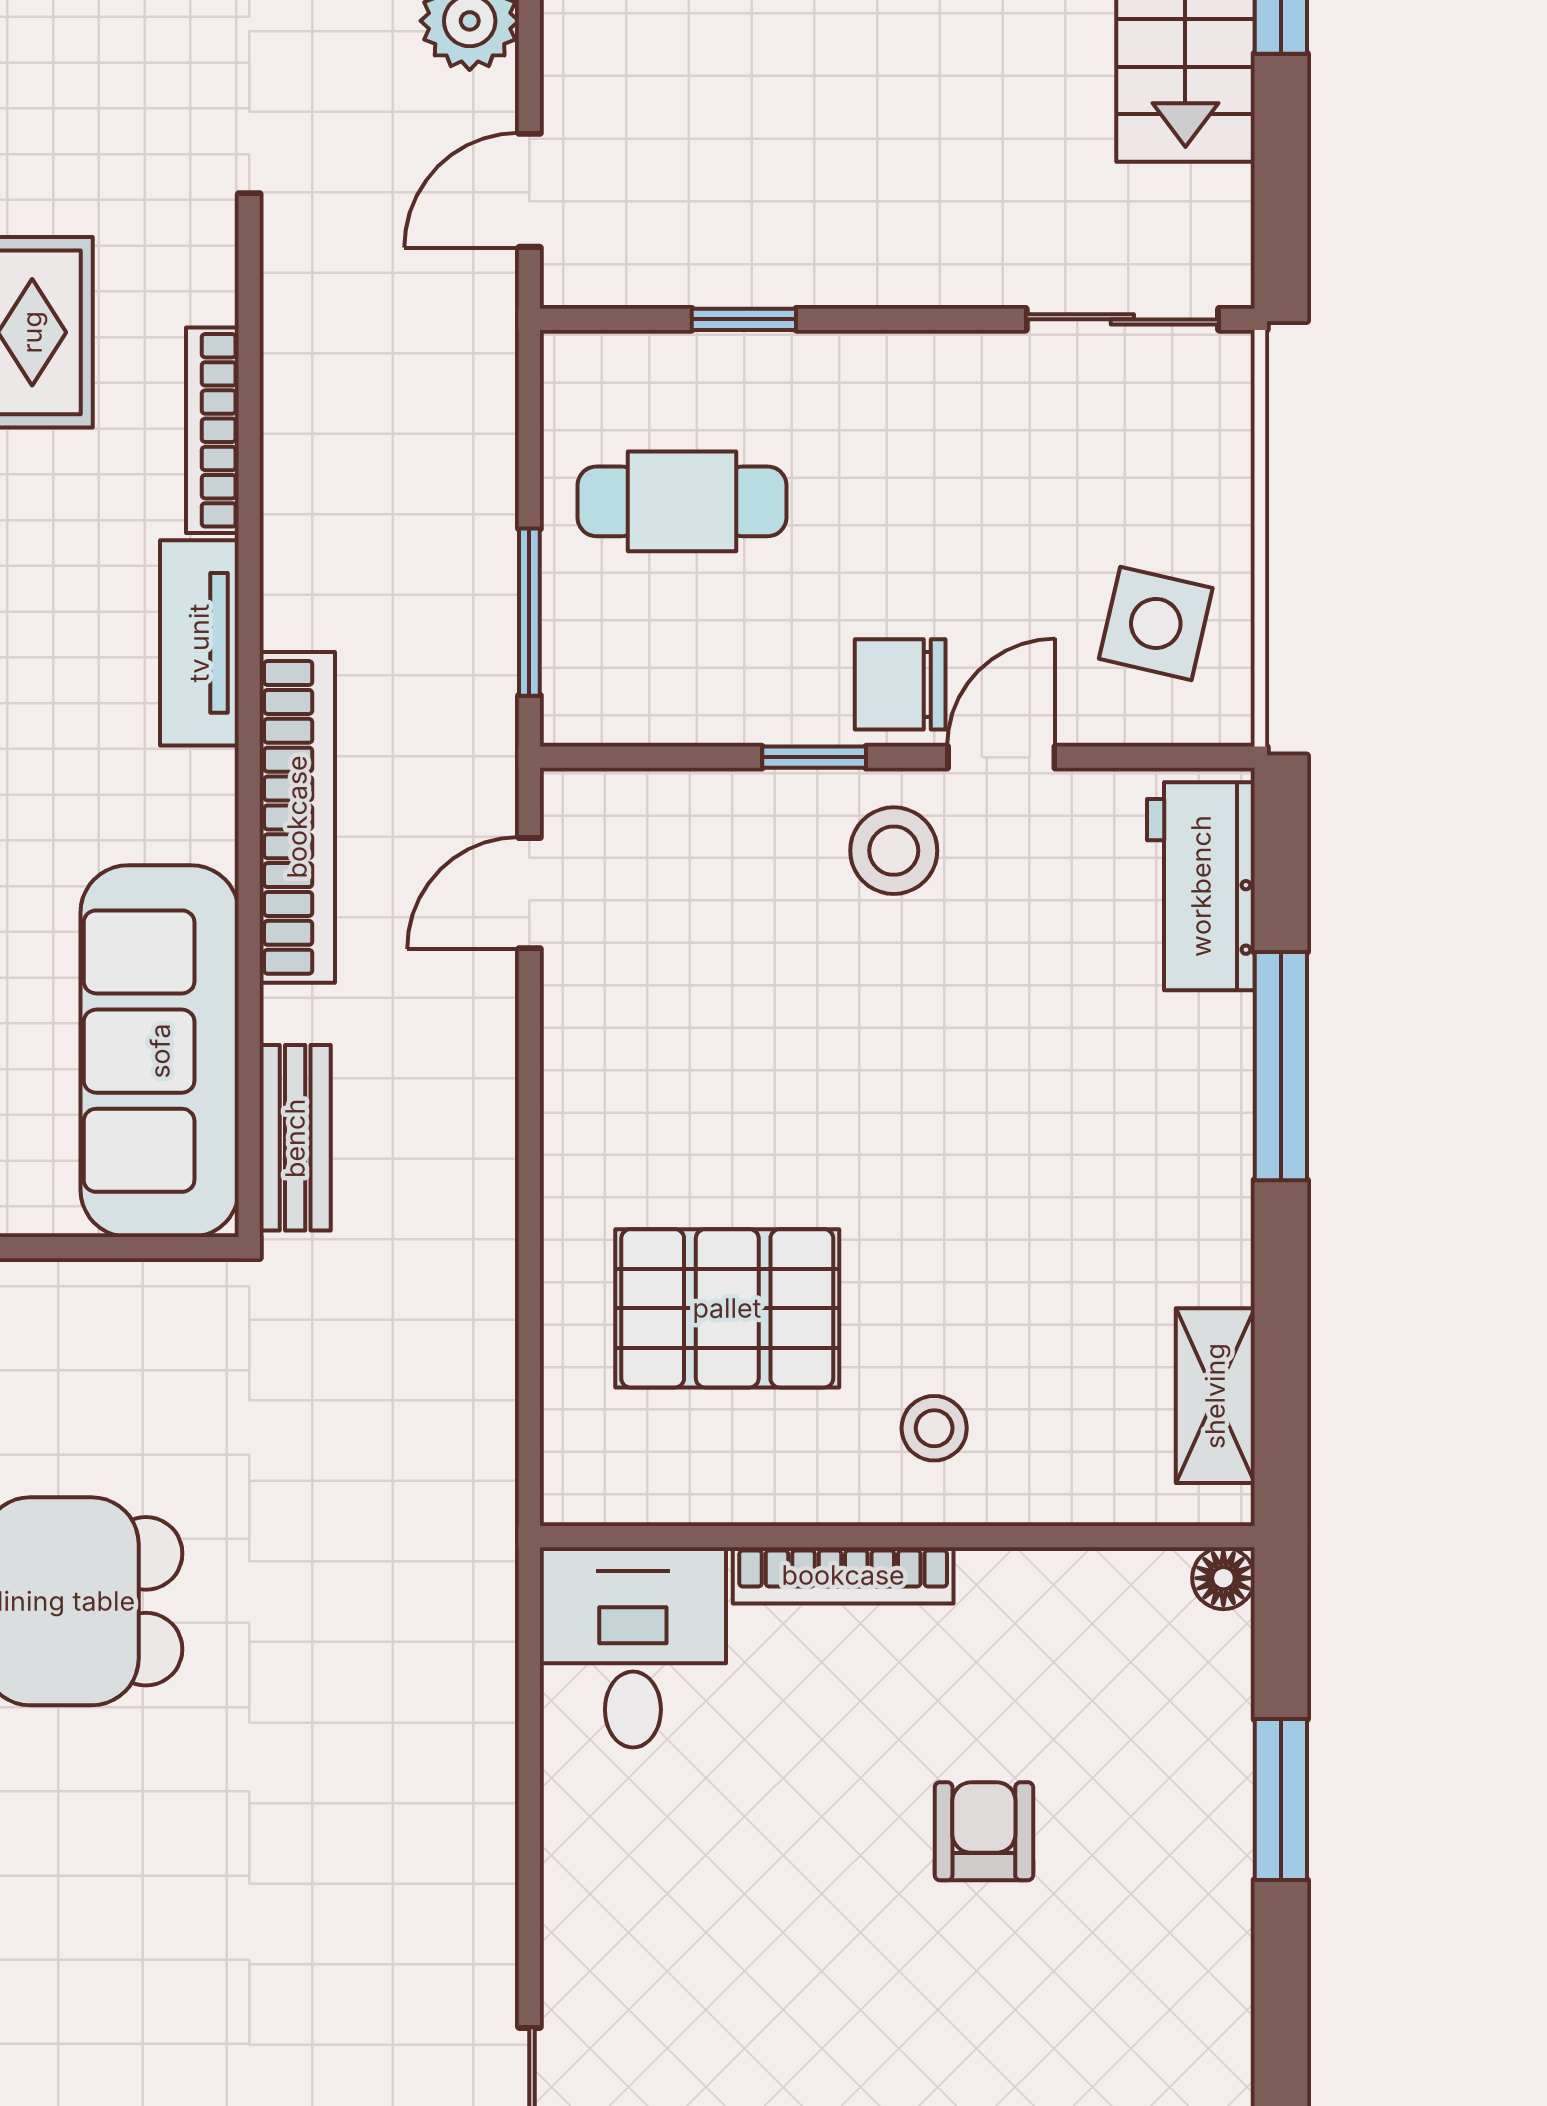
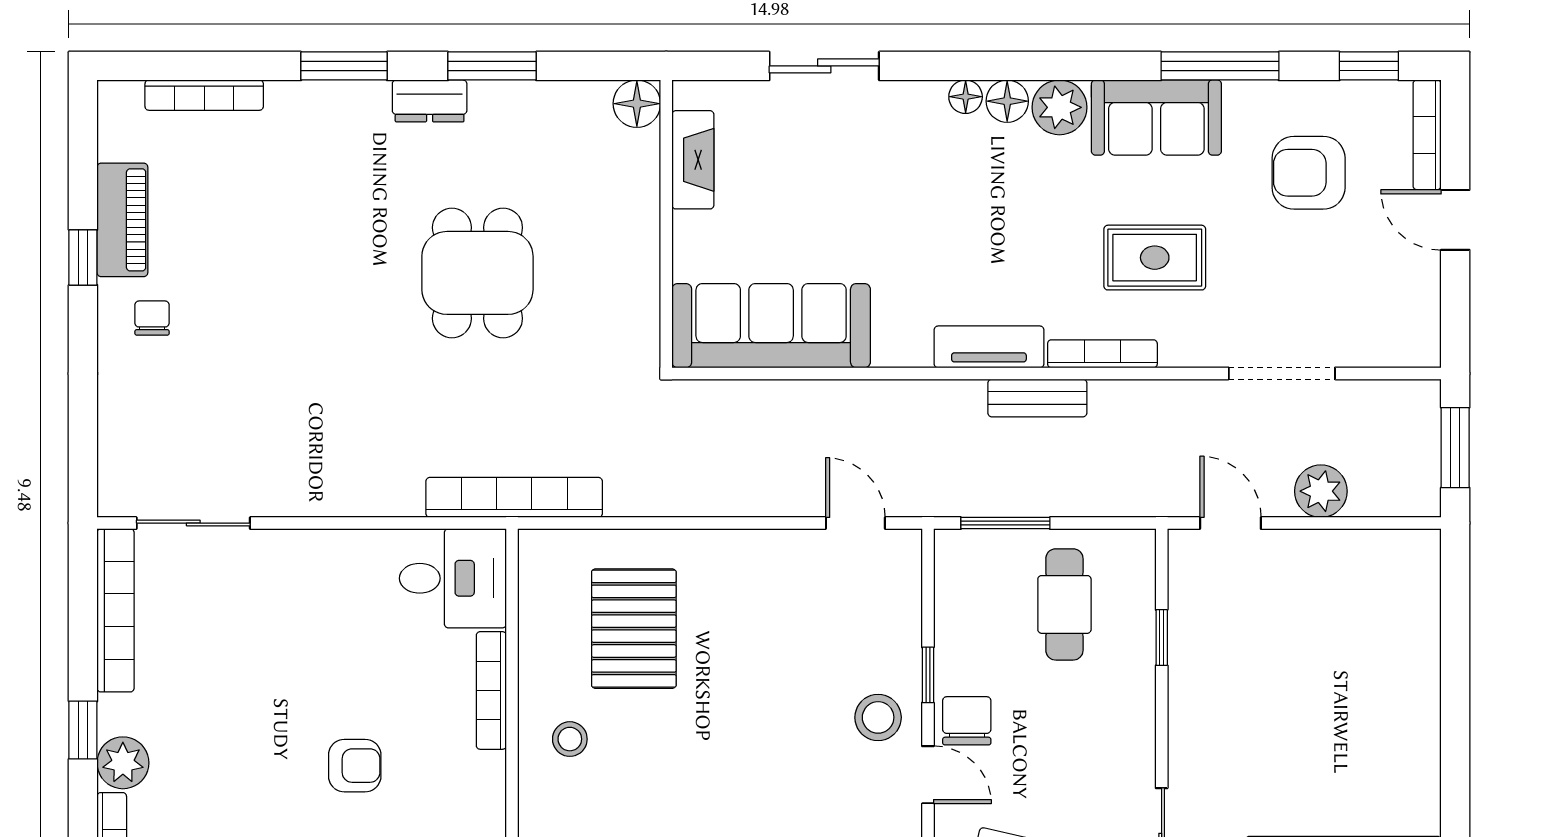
bookcase: (297, 817) -> (514, 497), moved, turned 180
bench: (295, 1138) -> (1037, 398), moved

